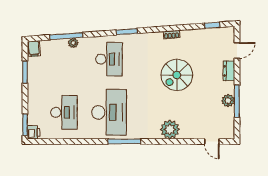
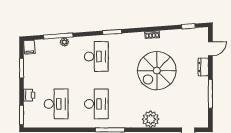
spiral stairs: (177, 75) -> (157, 71), width x1.37, depth x1.37
plant: (228, 101) -> (202, 93), removed
desk: (109, 112) -> (96, 104), width x0.73, depth x0.77
printer: (34, 132) -> (29, 95), moved

